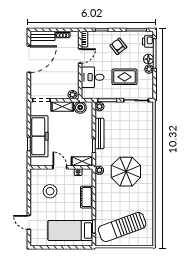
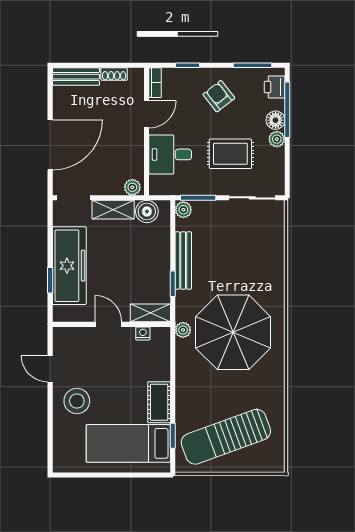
door: (29, 59) -> (50, 145), moved
parasol: (126, 172) -> (233, 332), width x1.36, depth x1.36
stool: (50, 191) -> (77, 401), moved
cot: (87, 197) -> (159, 402), moved
door: (29, 222) -> (50, 369), moved

